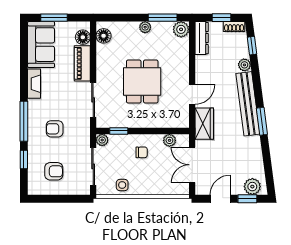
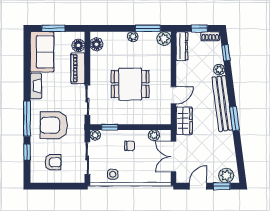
dining table: (142, 82) -> (130, 84), turned 90
armchair: (55, 129) -> (54, 125), width x1.88, depth x1.88

